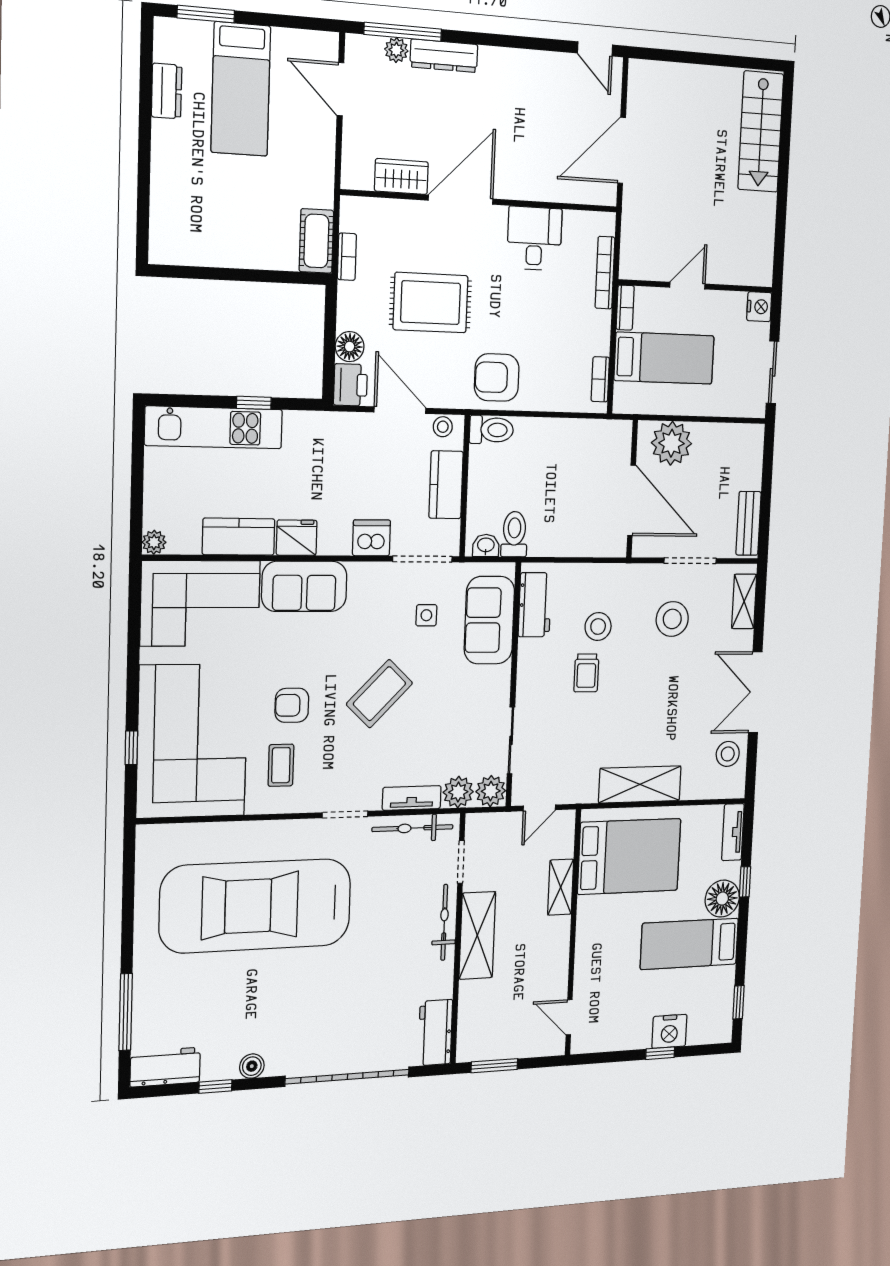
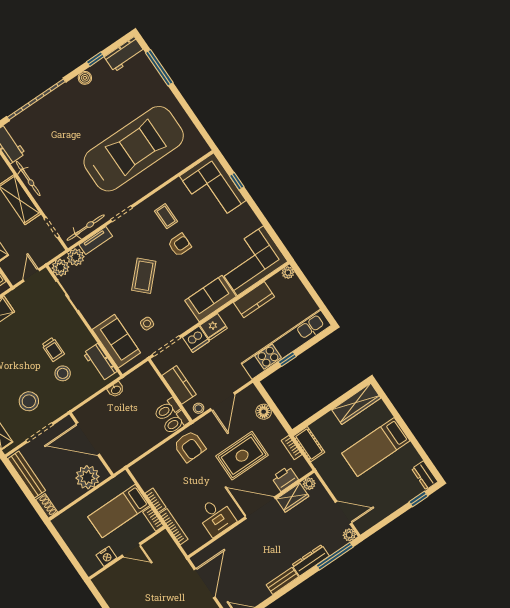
window: (206, 14) -> (418, 499), width x0.67
plant: (396, 50) -> (349, 535), moved
bench: (508, 59) -> (282, 581), added
bed: (241, 89) -> (376, 447), moved, turned -90
dresser: (167, 91) -> (425, 475), moved
plant: (361, 178) -> (309, 484), added
door: (461, 200) -> (260, 508), swing flipped
wardrobe: (195, 248) -> (356, 404), added
door: (687, 286) -> (131, 550), hinge flipped
nightstand: (759, 307) -> (106, 556), moved, turned -90
sliding door: (773, 372) -> (62, 543), removed
armchair: (497, 377) -> (190, 446), turned 89
bookcase: (600, 379) -> (156, 500), moved
printer: (351, 385) -> (285, 479), moved, turned 90
door: (400, 410) -> (223, 401), hinge flipped
kitchen unit: (214, 427) -> (286, 344), width x1.36
shoe rack: (755, 444) -> (47, 506), added
bench: (748, 523) -> (27, 475), width x1.36
toilet: (514, 534) -> (167, 409), moved, turned 90
fridge: (297, 538) -> (214, 327), moved
washbasin: (486, 546) -> (116, 390), moved
trolley: (586, 673) -> (53, 349), turned 180
corner sofa: (192, 741) -> (213, 188), width x0.73, depth x0.74
bicycle: (444, 922) -> (28, 178), moved

